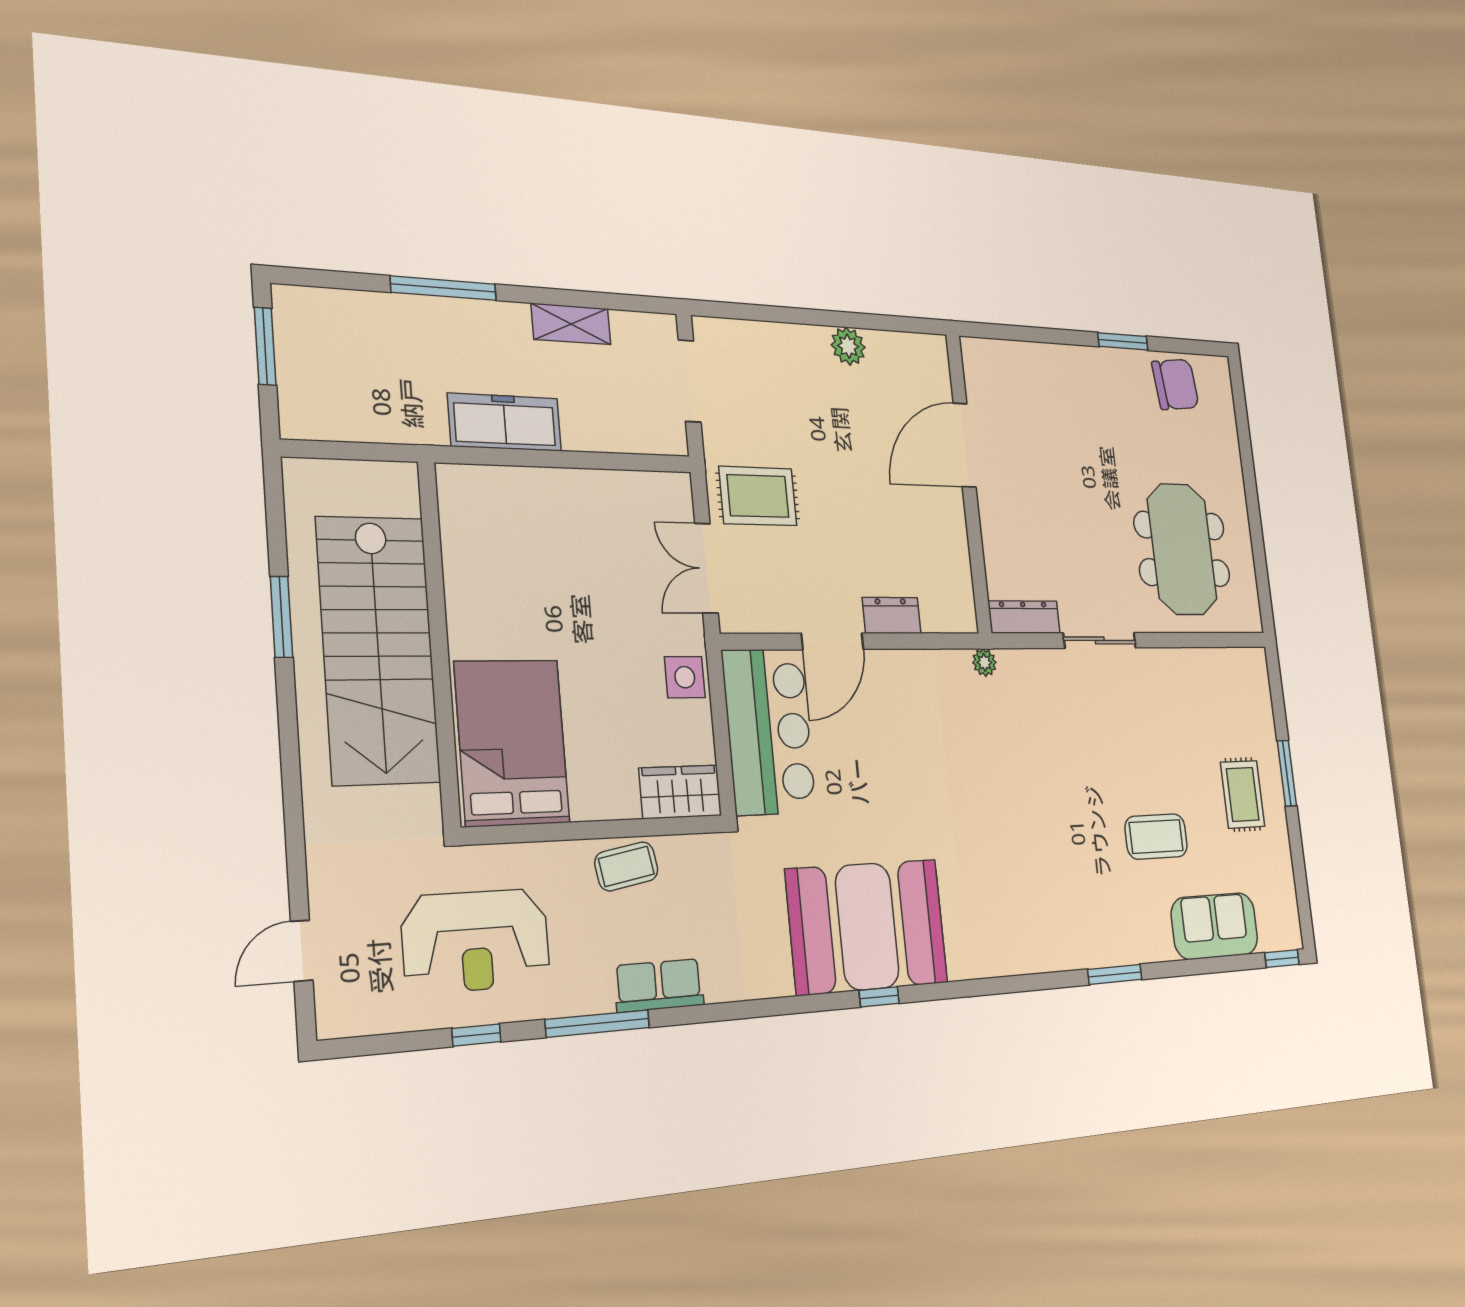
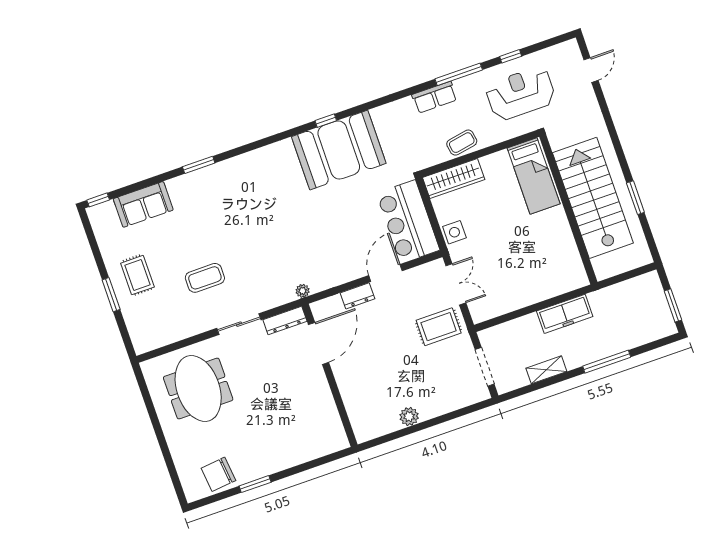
door: (965, 445) -> (319, 343), moved
bed: (512, 742) -> (534, 176), width x0.67
wardrobe: (680, 792) -> (454, 179), width x1.50
coffee table: (1156, 837) -> (205, 278), moved

